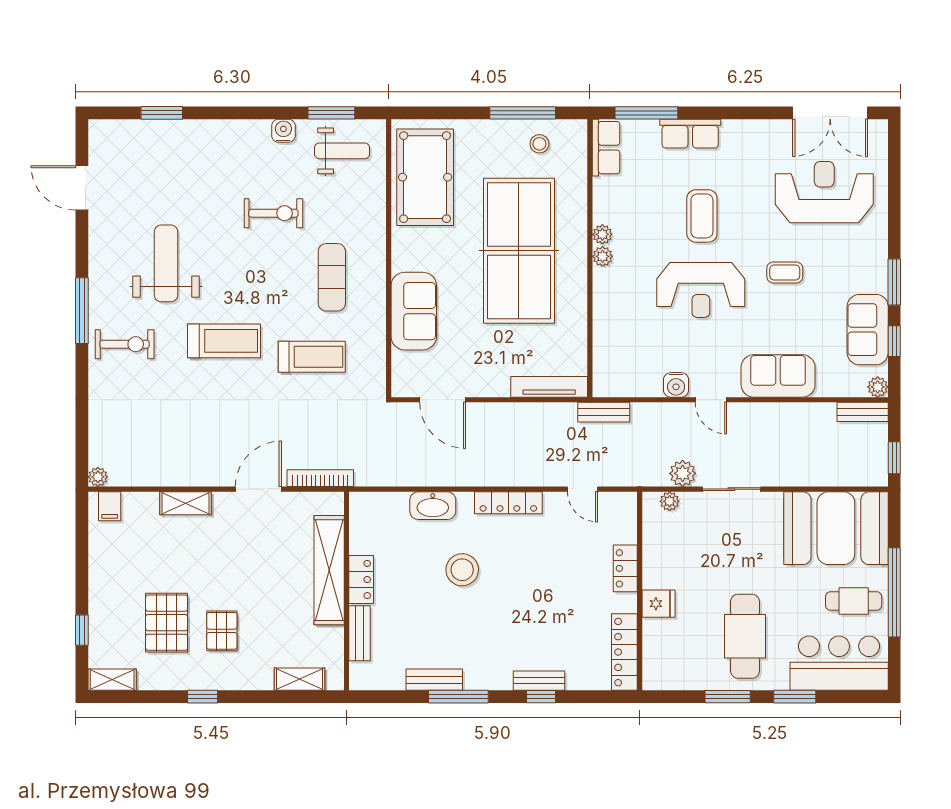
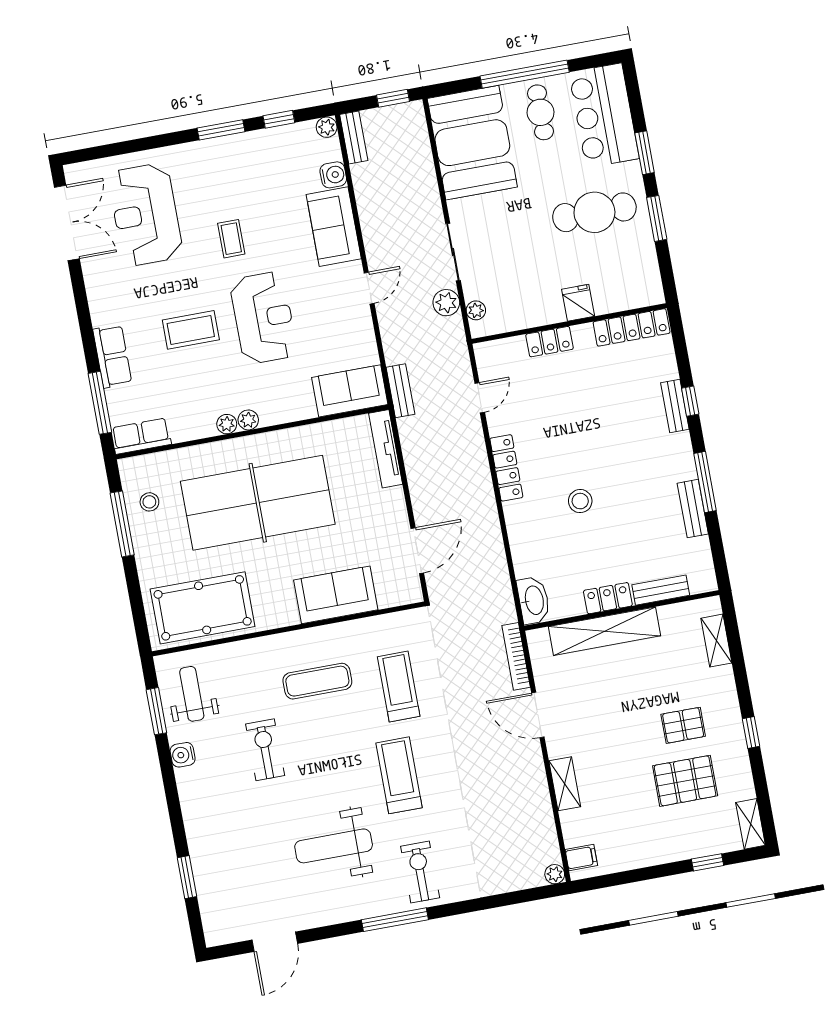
sofa: (868, 330) -> (350, 391), moved, turned 180
water cooler: (676, 385) -> (333, 175), moved
washbasin: (433, 506) -> (534, 600), moved
stool: (462, 570) -> (580, 501), width x0.73, depth x0.73

